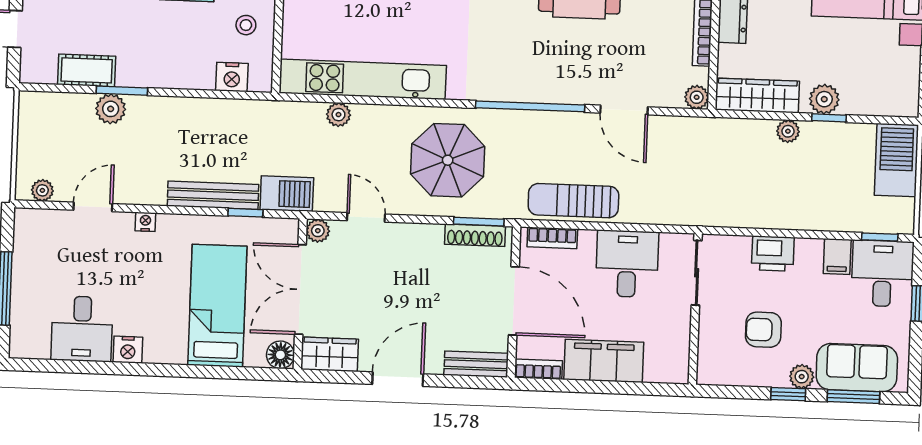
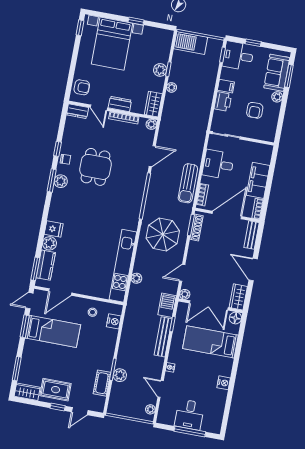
wardrobe: (757, 96) -> (153, 104), width x0.67
filing cabinet: (837, 257) -> (226, 86), moved
desk: (82, 329) -> (189, 415), moved, turned 90
window: (788, 394) -> (284, 104), removed

